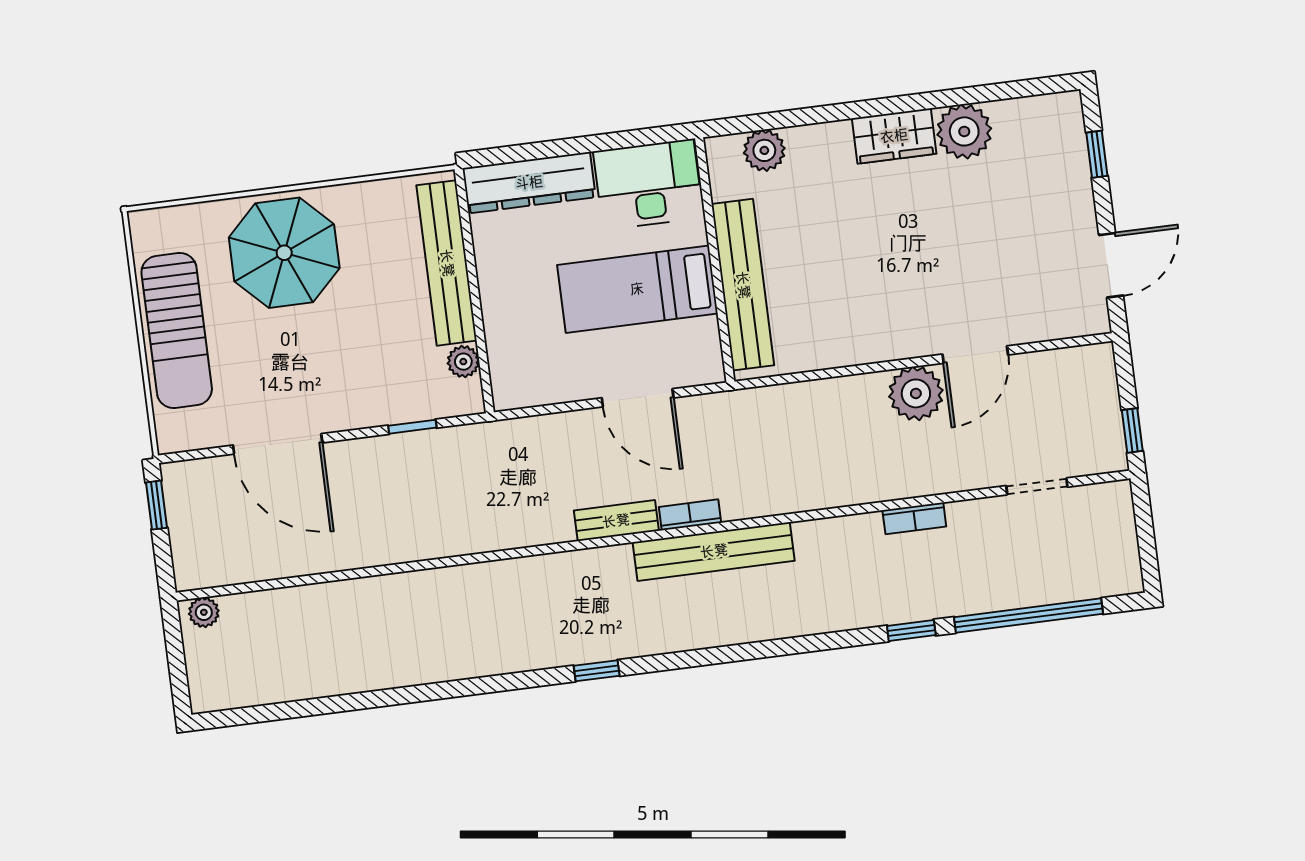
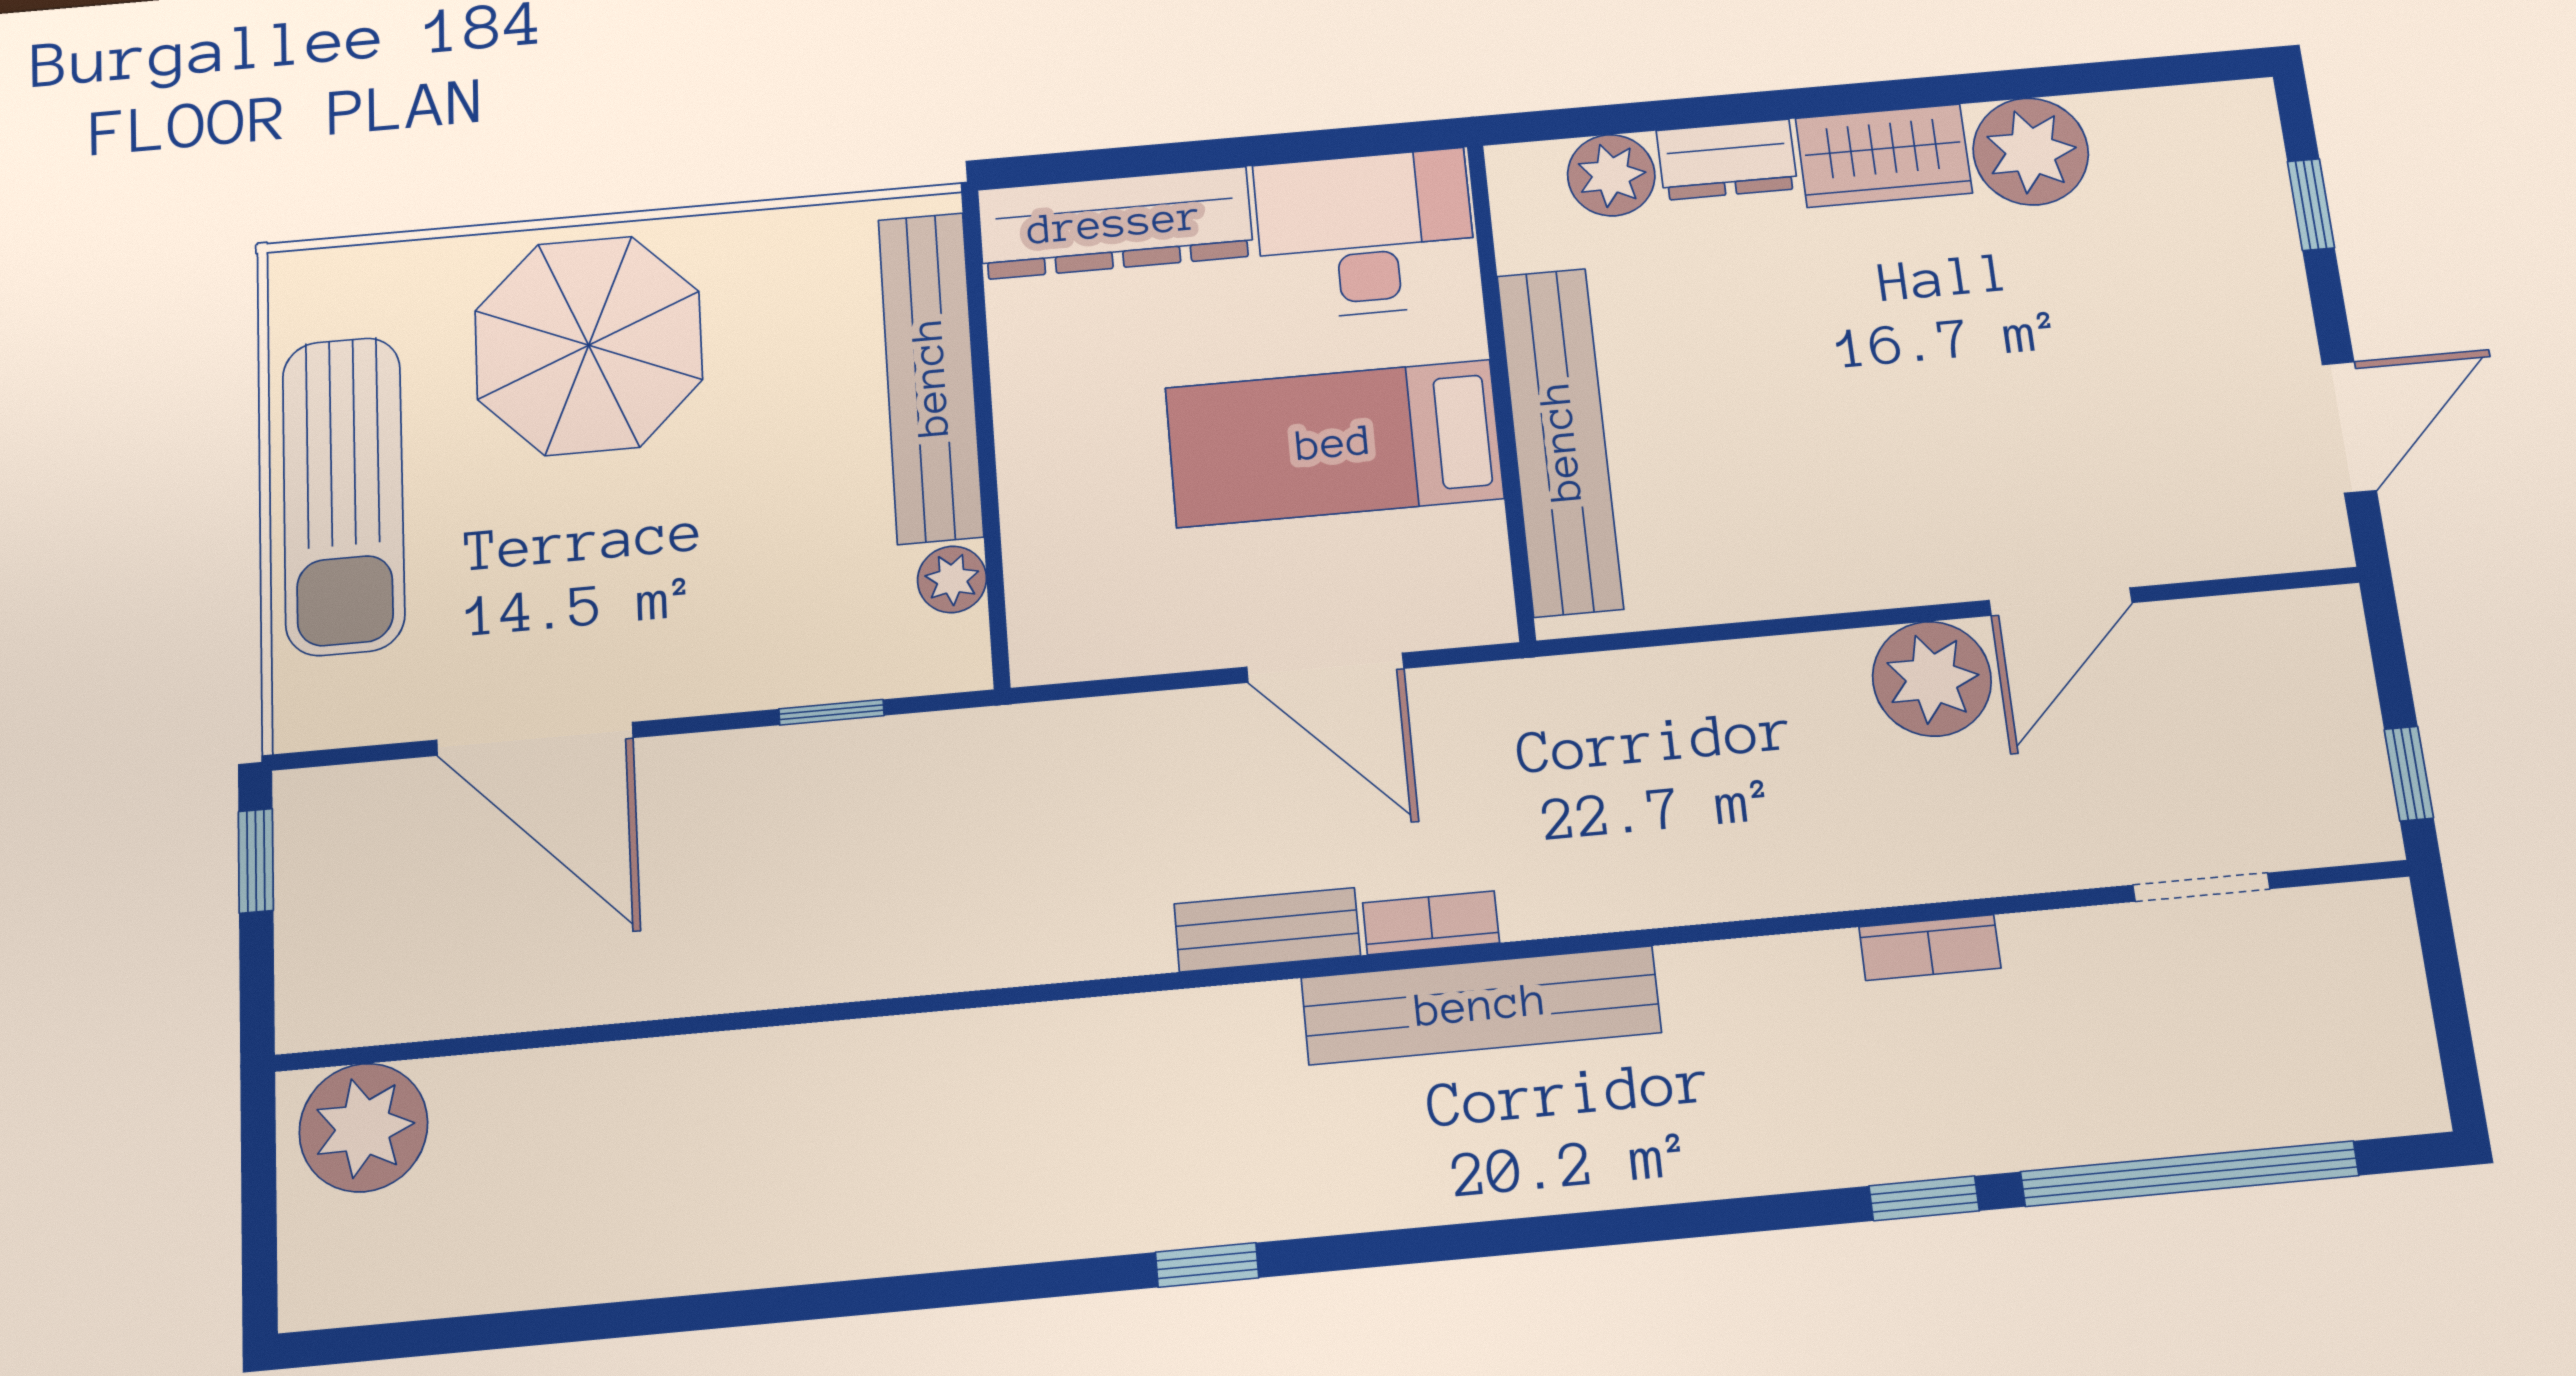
dresser: (819, 141) -> (1727, 160), added
plant: (204, 612) -> (364, 1128), width x1.88, depth x1.88

